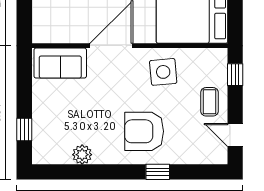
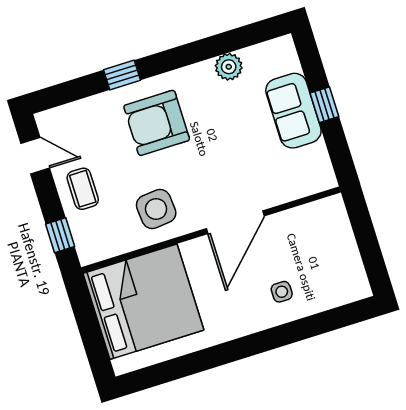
sofa: (60, 63) -> (293, 111), moved, turned -90
window: (24, 129) -> (324, 105), moved
armchair: (144, 131) -> (157, 123), turned 180

